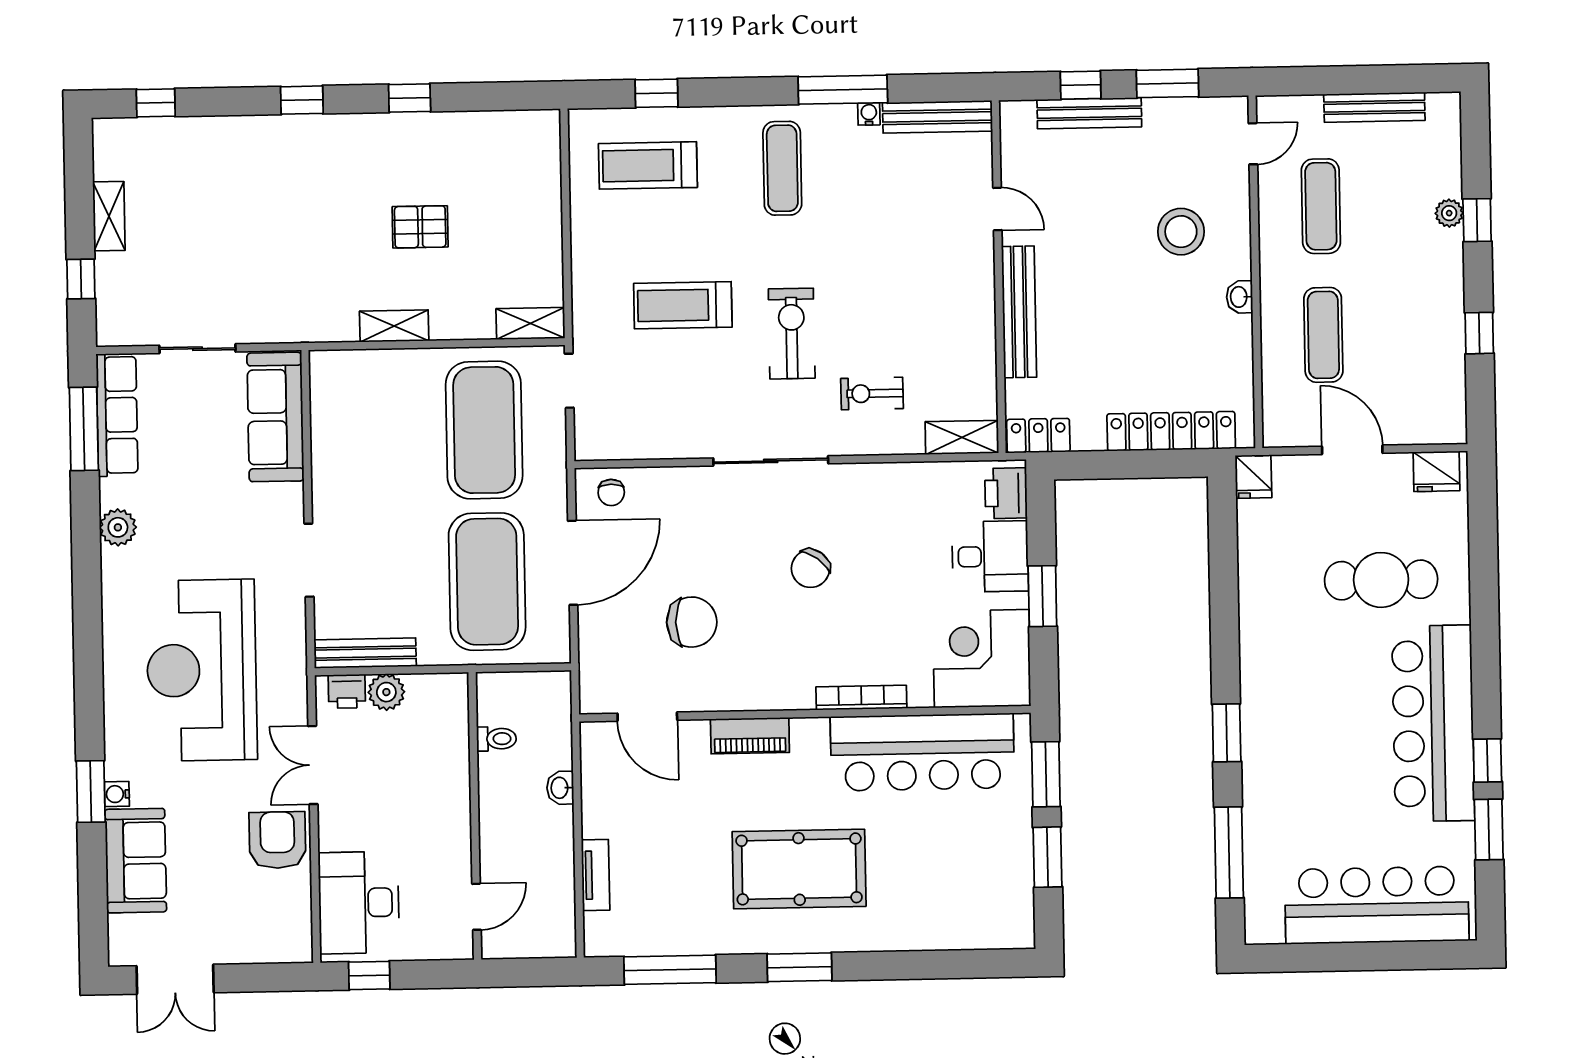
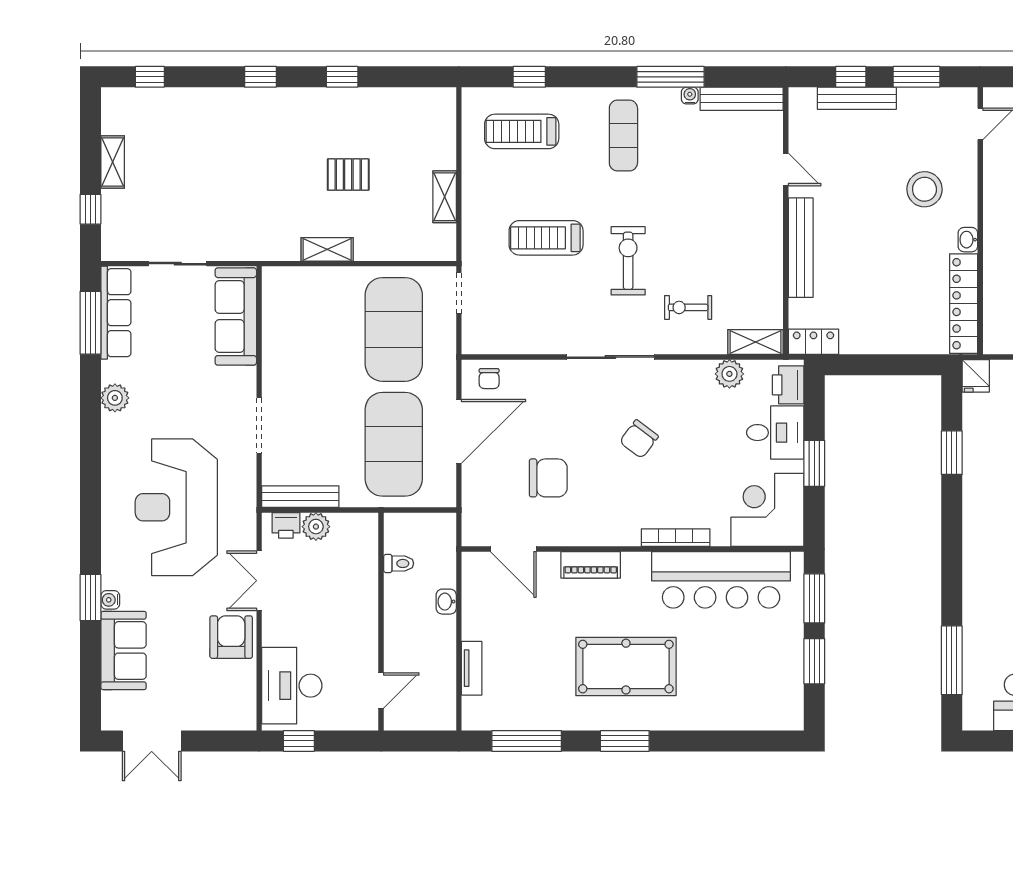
shelving: (530, 323) -> (445, 197), moved, turned 90
locker: (1171, 431) -> (964, 304), moved, turned -90
plant: (928, 480) -> (729, 374), added
window: (1227, 733) -> (952, 453), moved

